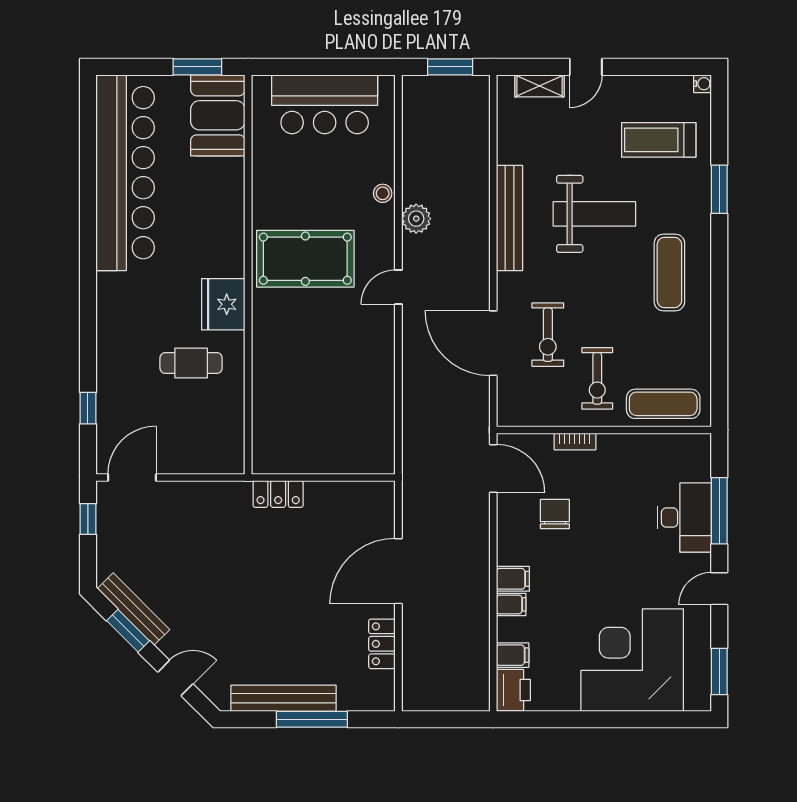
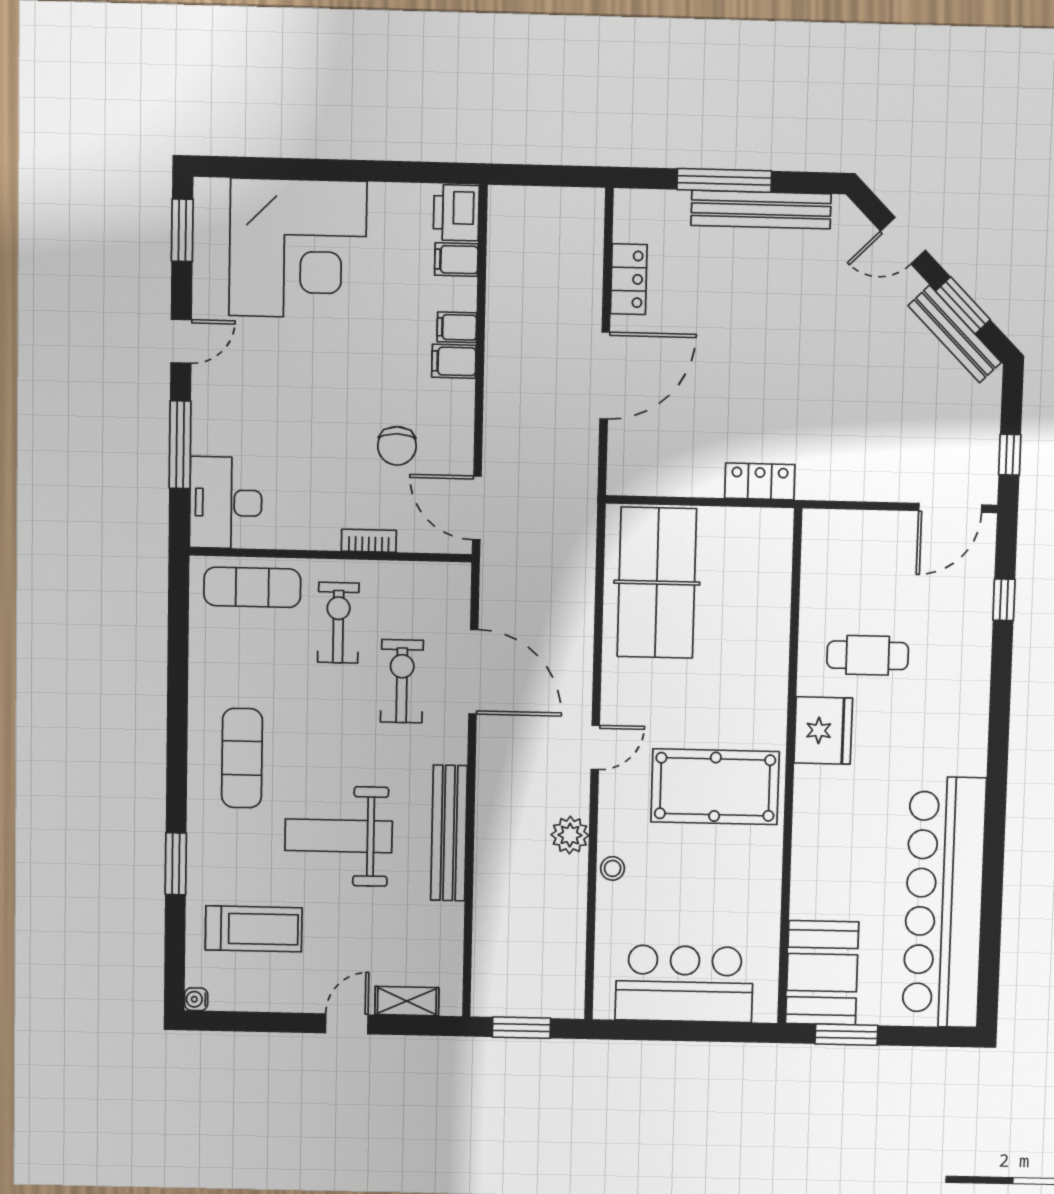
table tennis table: (354, 415) -> (657, 583), added
desk: (684, 518) -> (226, 503), moved

